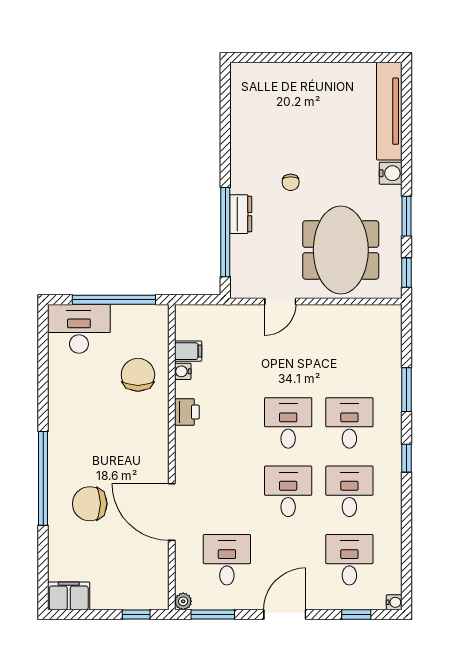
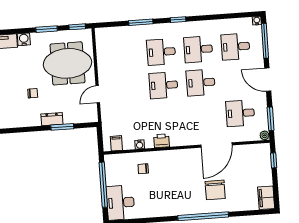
window: (225, 232) -> (62, 127), width x0.47
door: (280, 301) -> (98, 94), swing flipped
filing cabinet: (188, 351) -> (116, 143), moved
chair: (138, 375) -> (143, 169), width x0.54, depth x0.54
window: (356, 615) -> (265, 41), width x2.17

